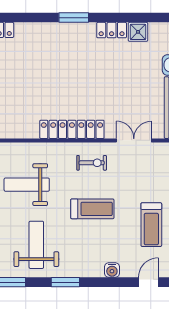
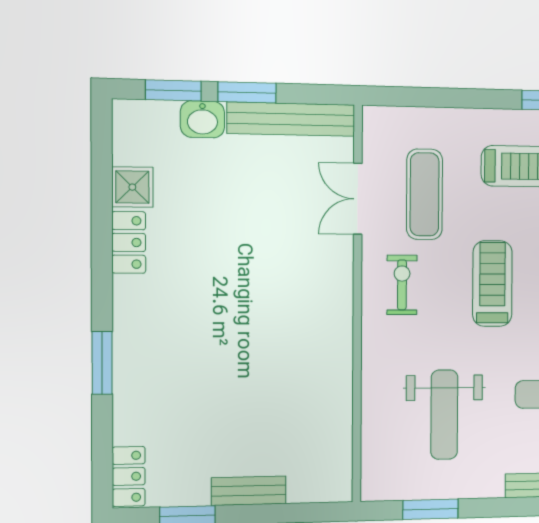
window: (74, 18) -> (102, 363), moved
locker: (72, 129) -> (335, 325), removed
exercise mat: (137, 174) -> (425, 194), added

